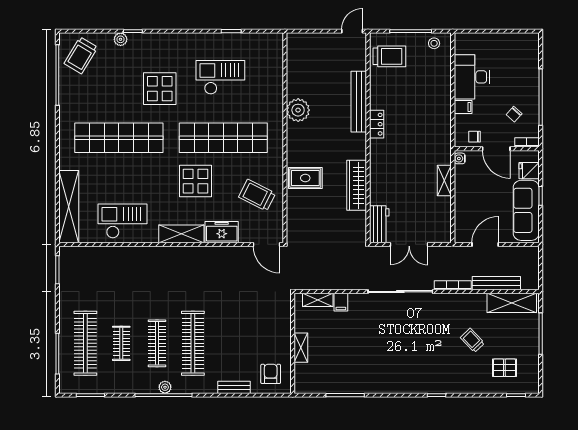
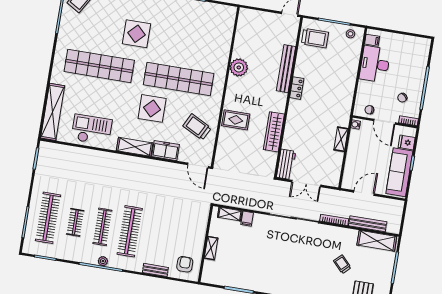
checkout: (220, 77) -> (184, 33), removed
filing cabinet: (463, 107) -> (372, 40), moved

